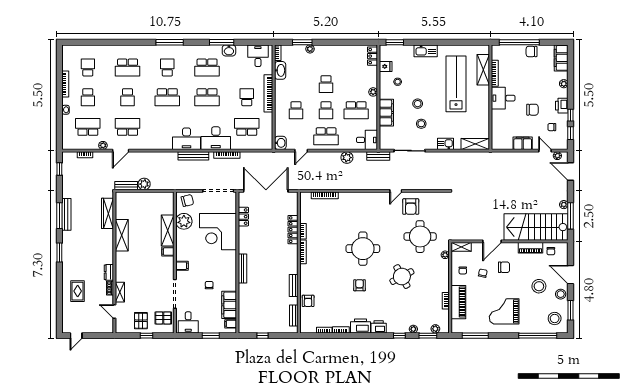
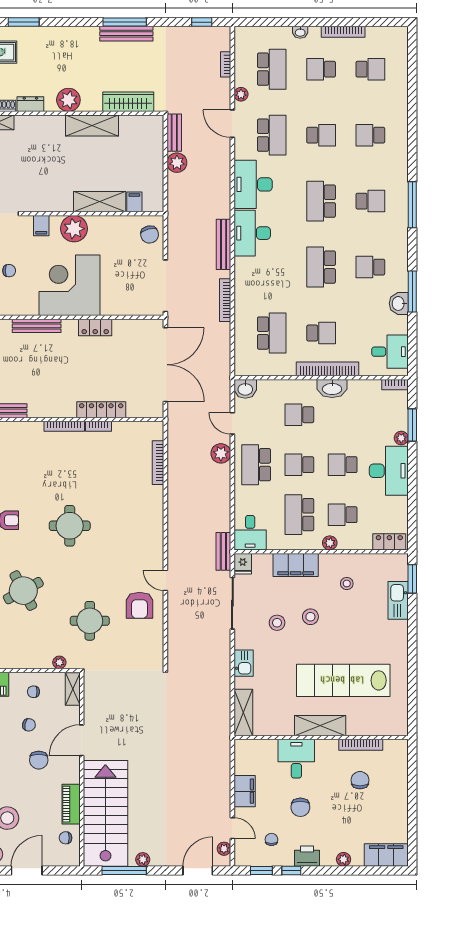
window: (519, 42) -> (412, 785), removed
kitchen sink: (426, 51) -> (398, 600), moved
chair: (532, 51) -> (360, 780), moved
desk: (330, 56) -> (389, 471), added
fridge: (386, 66) -> (243, 564), moved
school desk: (128, 68) -> (370, 135), width x0.54
school desk: (207, 68) -> (370, 267), width x0.54
washbasin: (280, 70) -> (332, 388), moved
shelving: (483, 70) -> (320, 726), moved
school desk: (356, 84) -> (343, 515), added
lab bench: (456, 84) -> (343, 680), turned 180
school desk: (128, 97) -> (321, 135), turned 180
desk: (503, 98) -> (296, 759), moved
desk: (216, 138) -> (253, 184), moved
door: (545, 151) -> (232, 828), hinge flipped
plant: (347, 158) -> (221, 453), moved
armchair: (411, 207) -> (139, 605), turned -90
locker: (243, 217) -> (95, 327), moved
plant: (184, 221) -> (74, 229), moved
corner desk: (218, 232) -> (69, 285), moved
round table: (420, 237) -> (90, 621), width x0.73, depth x0.73
door: (492, 241) -> (82, 740), hinge flipped
plant: (106, 249) -> (68, 100), added
round table: (363, 249) -> (70, 526), width x0.73, depth x0.73
filing cabinet: (168, 252) -> (134, 202), moved
window: (59, 253) -> (24, 22), moved

